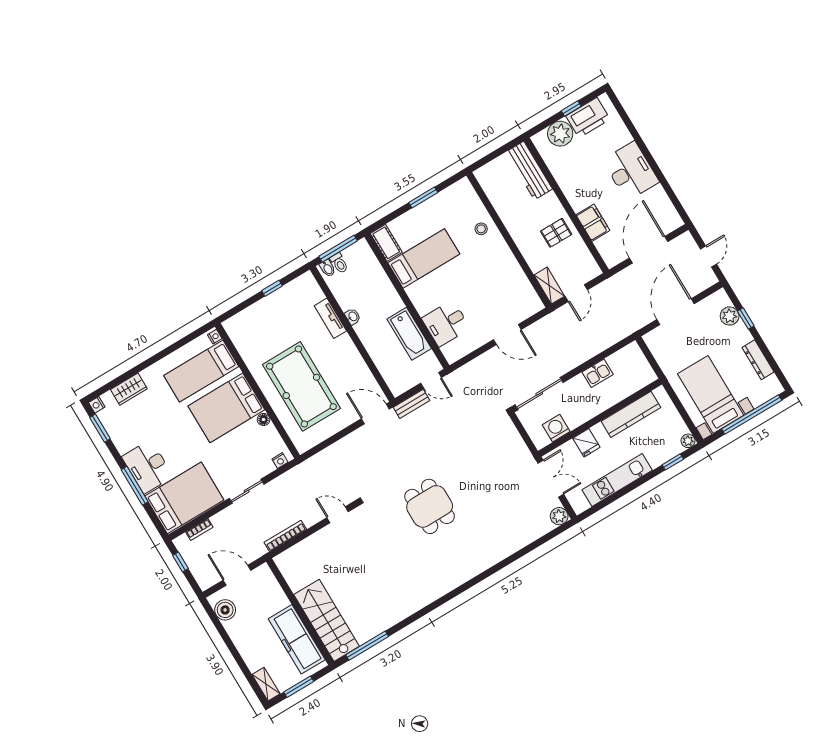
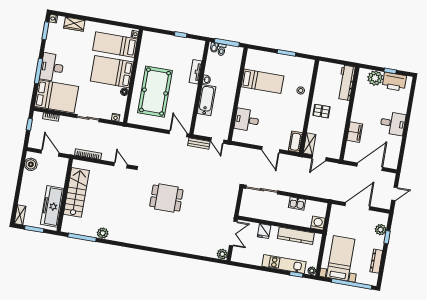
desk: (631, 171) -> (393, 123), width x0.73
pallet: (556, 233) -> (321, 111), moved
cot: (386, 243) -> (295, 142), moved
bathtub: (409, 334) -> (206, 100), moved, turned 180
washing machine: (556, 428) -> (318, 223), moved
kitchen unit: (617, 480) -> (284, 264), moved
dining table: (430, 506) -> (166, 198), turned 90
plant: (388, 618) -> (103, 233), added
stairs: (327, 620) -> (76, 192), moved

